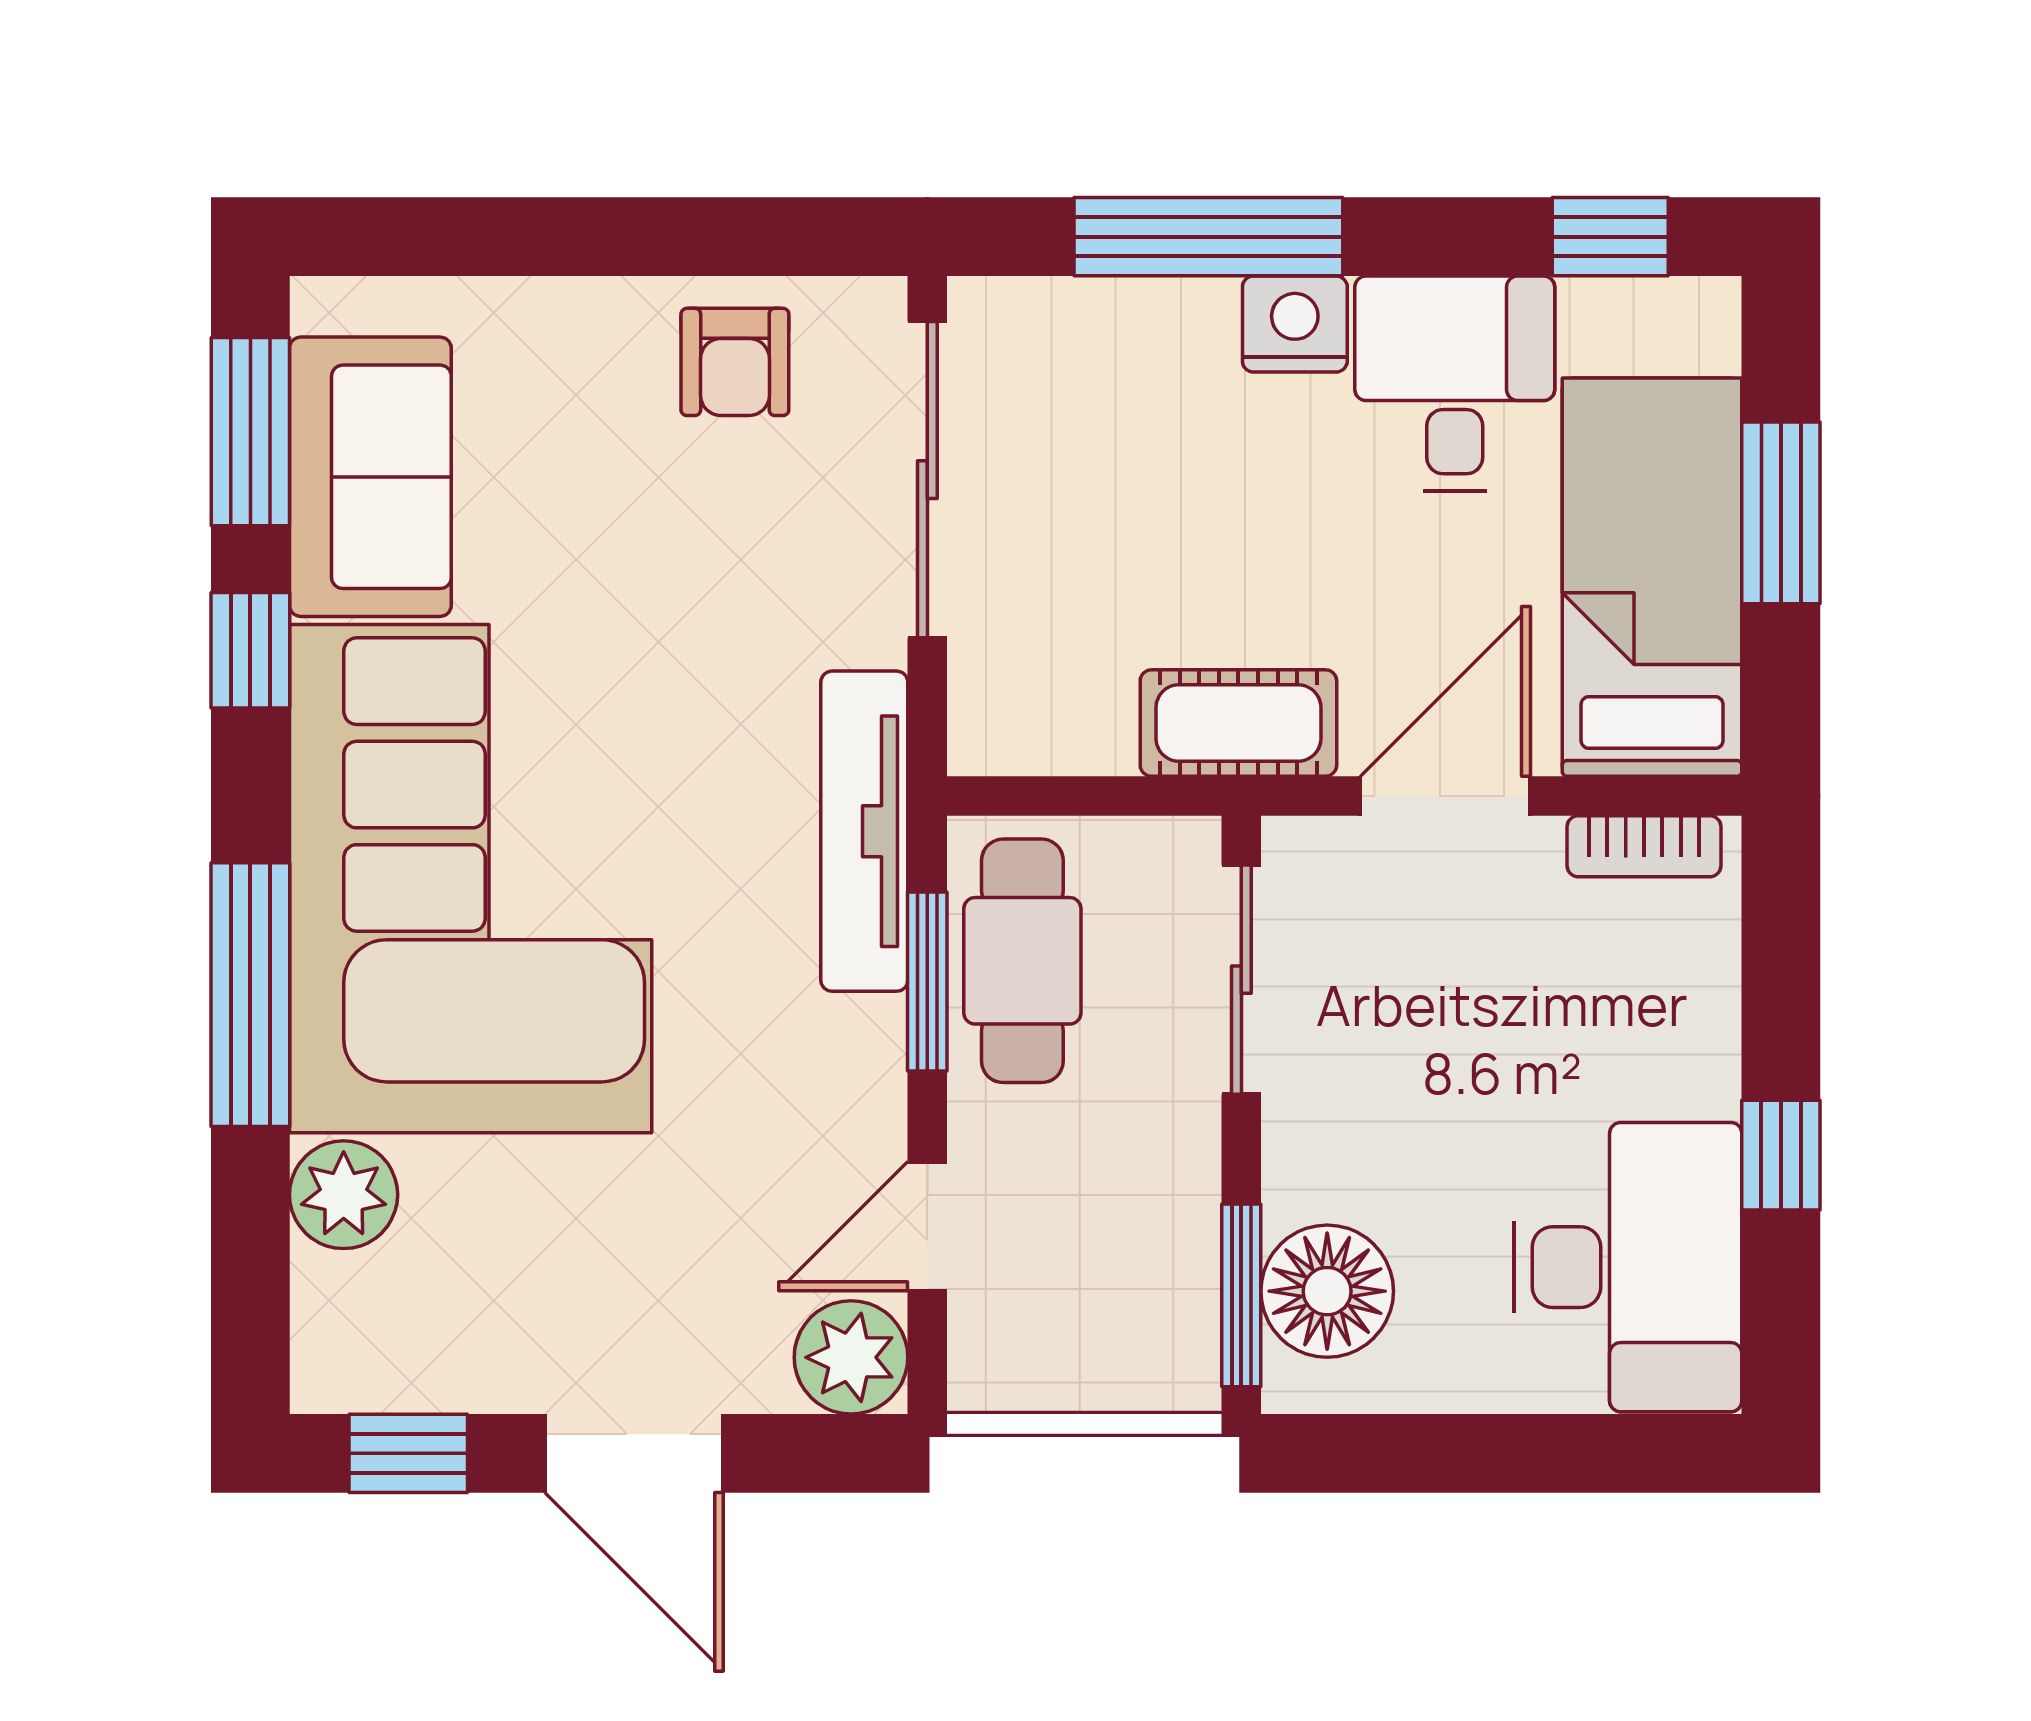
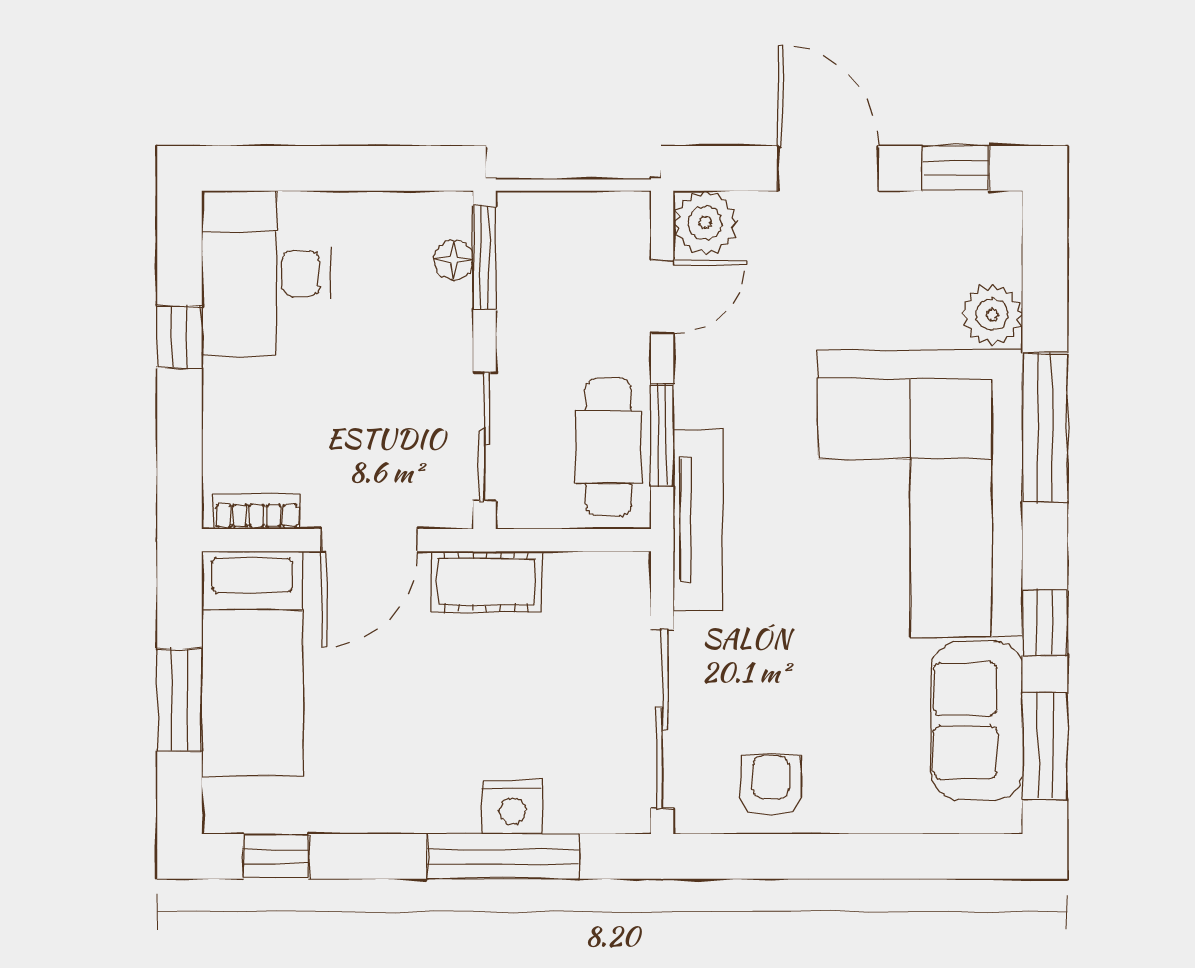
nightstand: (1295, 324) -> (512, 807), moved
desk: (1455, 384) -> (364, 773), removed
floor lamp: (1327, 1291) -> (454, 260), width x0.53, depth x0.53

